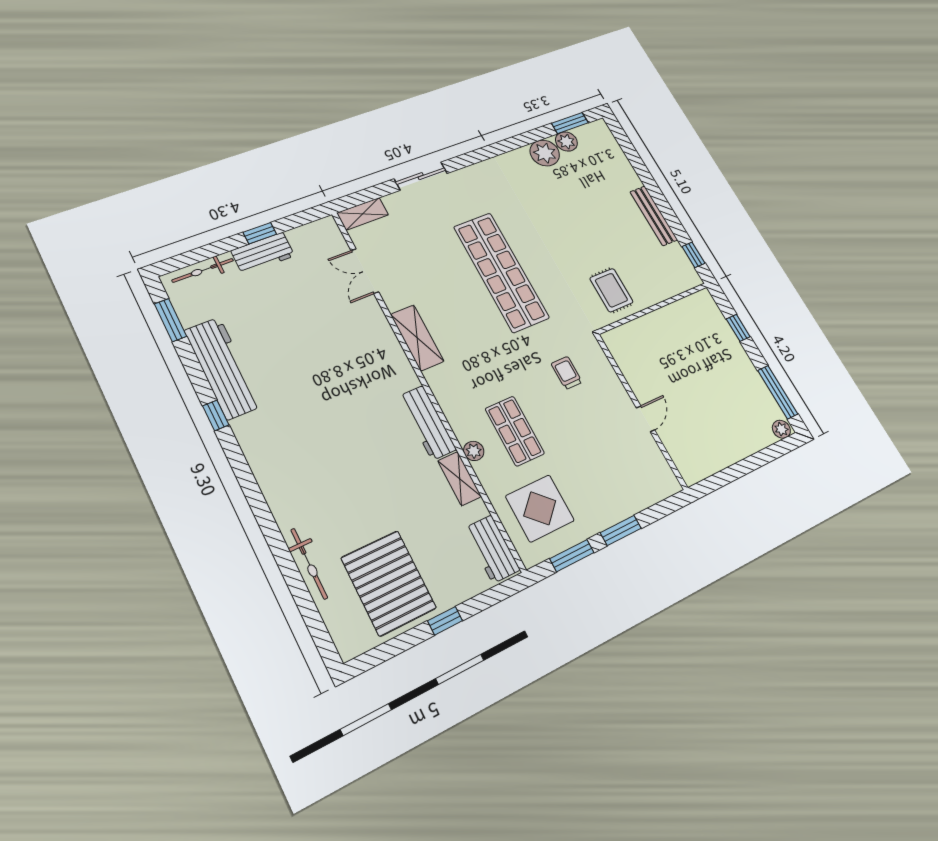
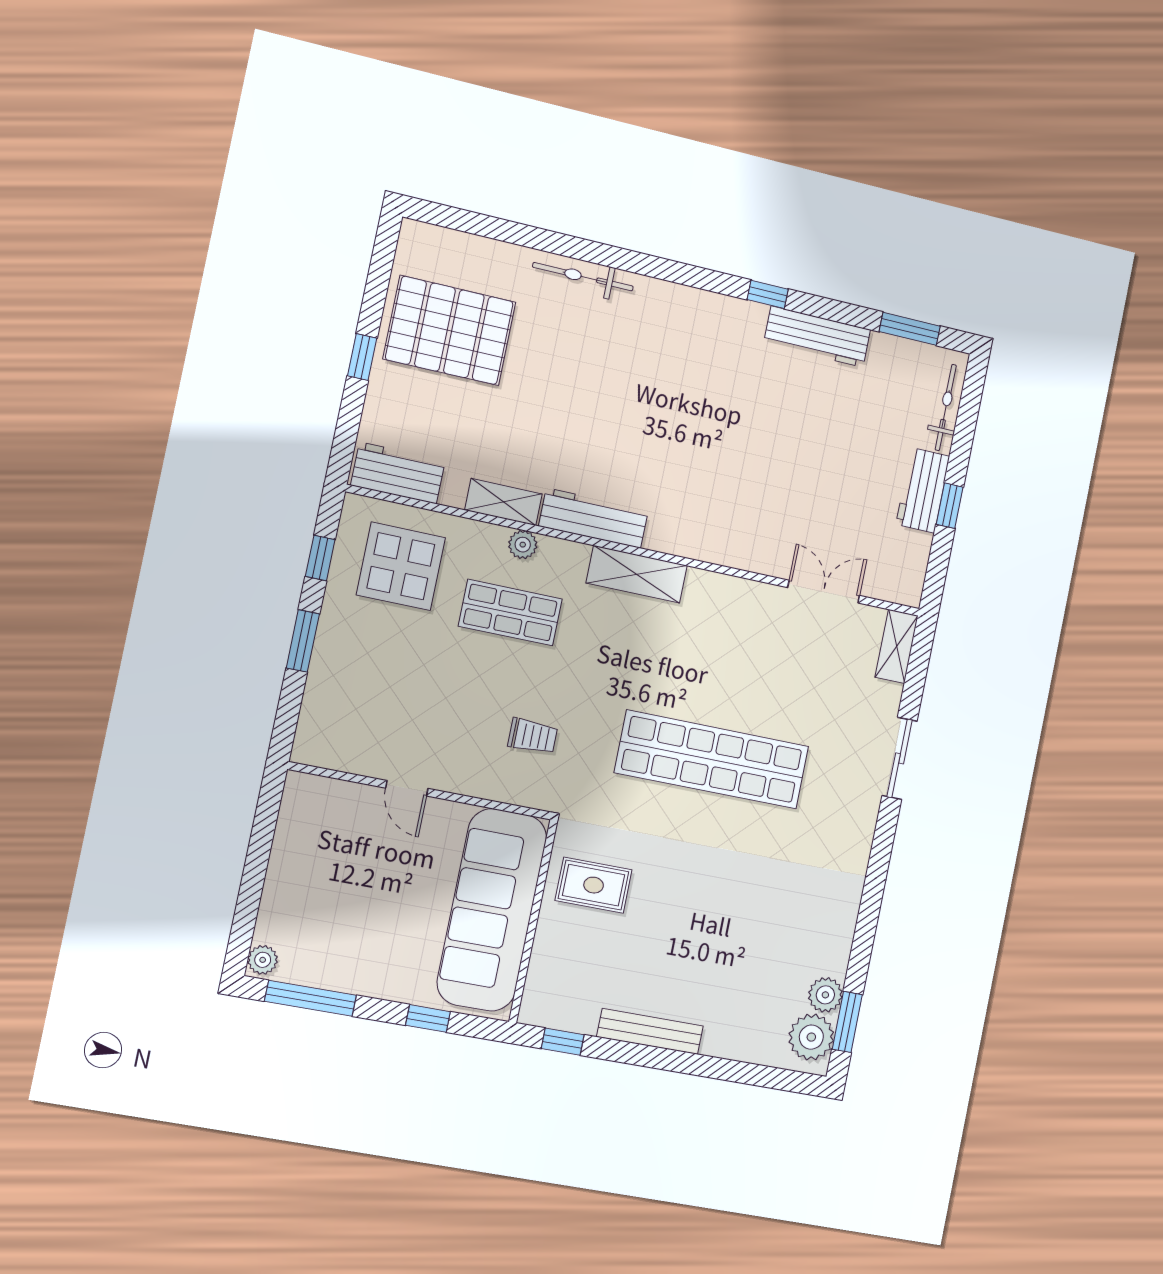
plant: (545, 153) -> (811, 1037), moved
sofa: (665, 333) -> (492, 910), added
shelving: (417, 338) -> (637, 574), moved
workbench: (223, 368) -> (817, 337), width x0.73, depth x0.76
window: (572, 556) -> (320, 558), width x0.67
bicycle: (309, 564) -> (583, 277), moved

